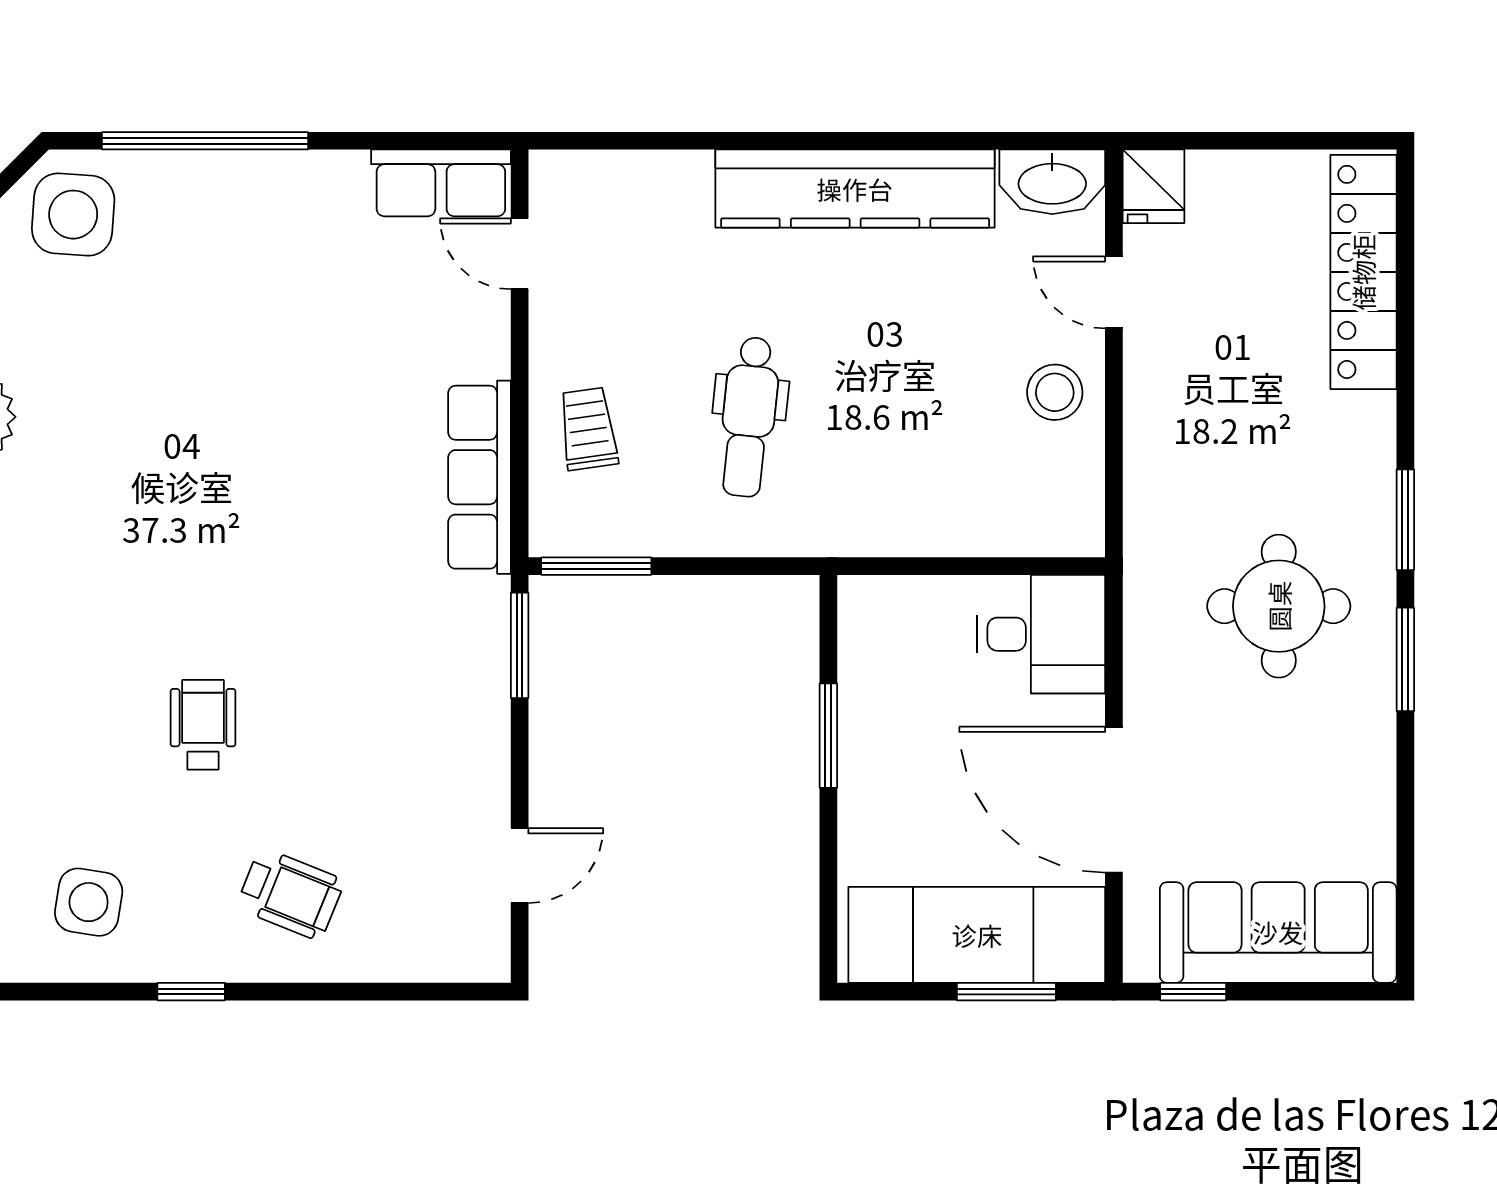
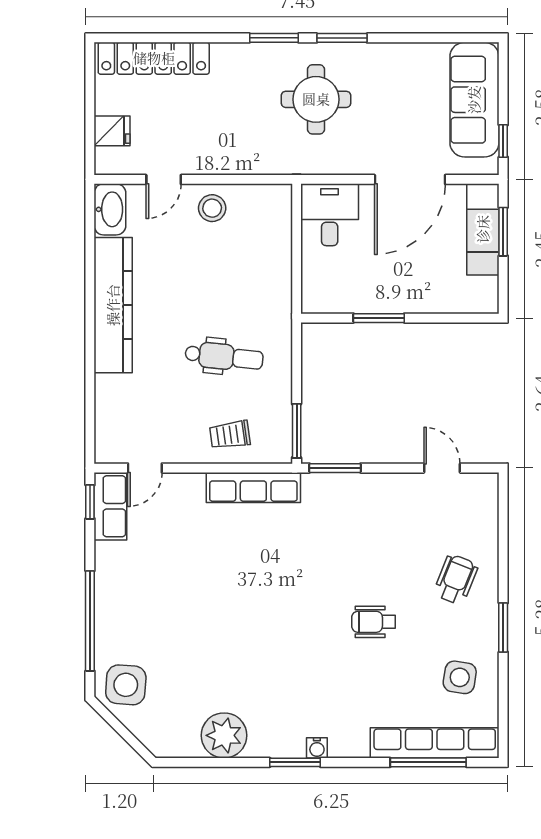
window: (450, 141) -> (90, 502), added
fridge: (1154, 186) -> (112, 131), moved
exam couch: (977, 935) -> (483, 229), width x0.73, depth x0.69
window: (191, 992) -> (503, 628), width x1.50

